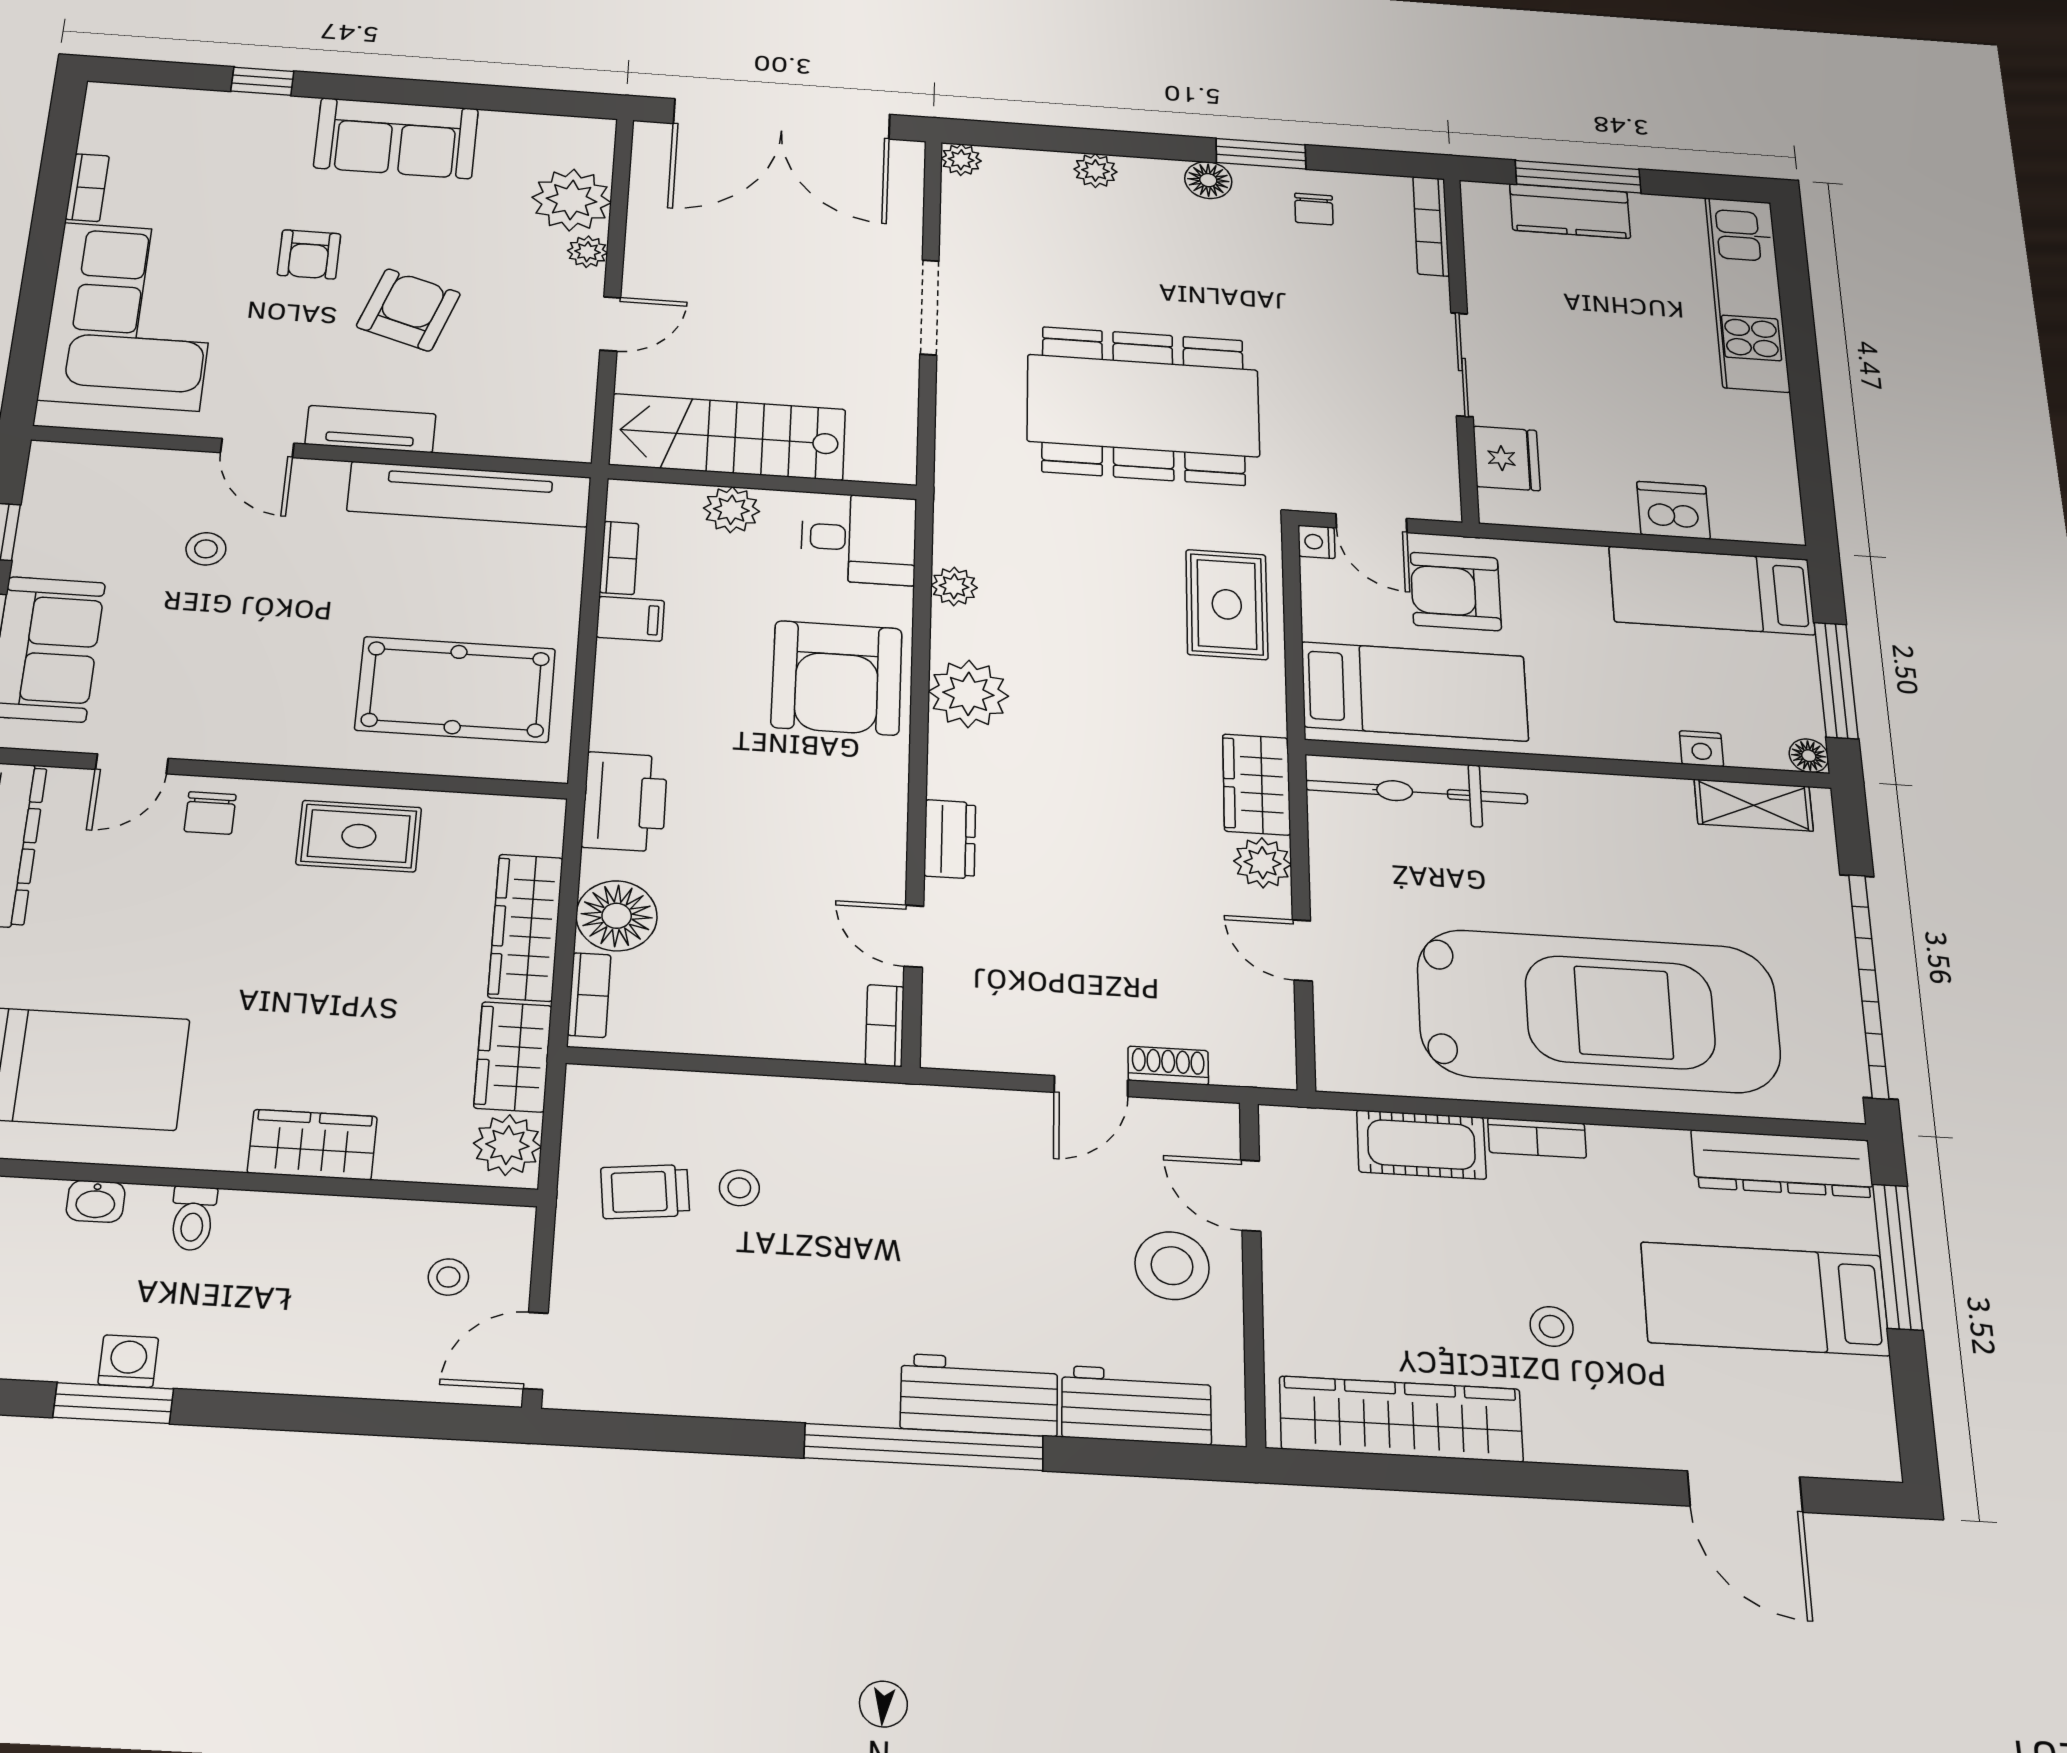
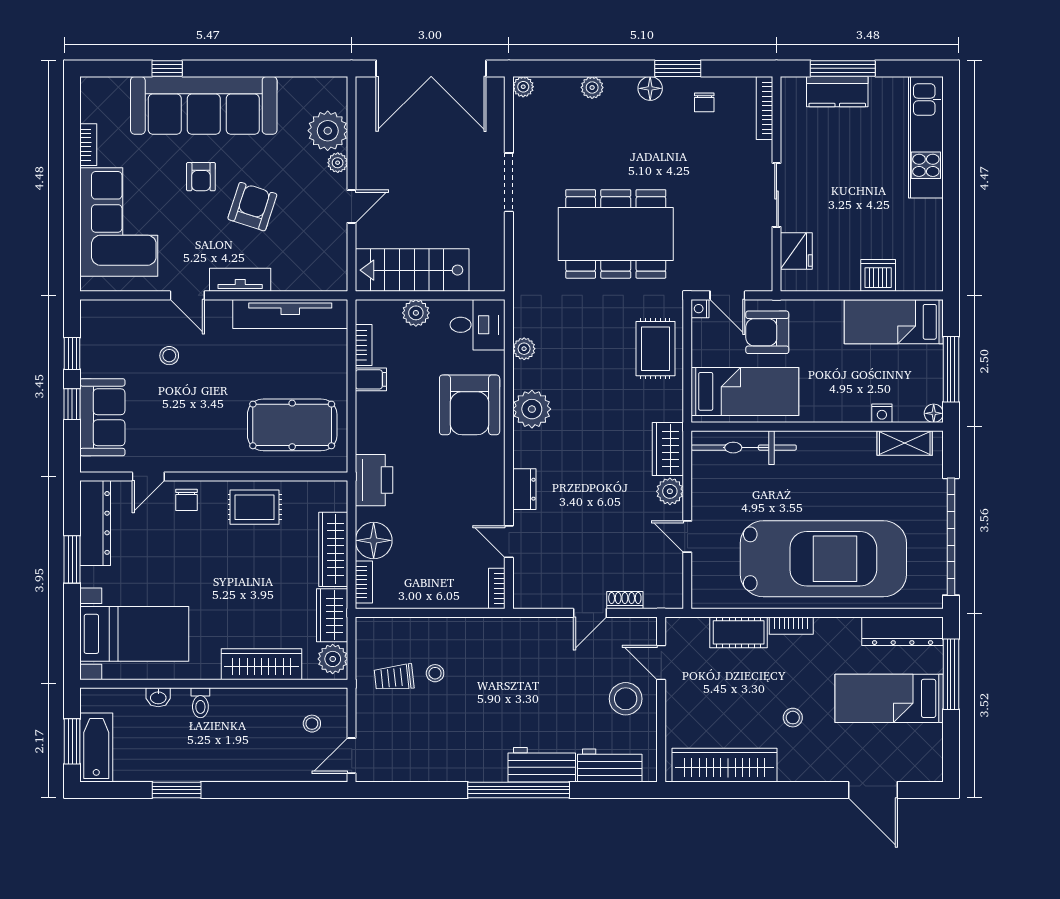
sofa: (396, 138) -> (204, 105), width x1.85, depth x1.27
wardrobe: (312, 1145) -> (262, 664), width x1.50
washing machine: (128, 1361) -> (181, 771), removed

